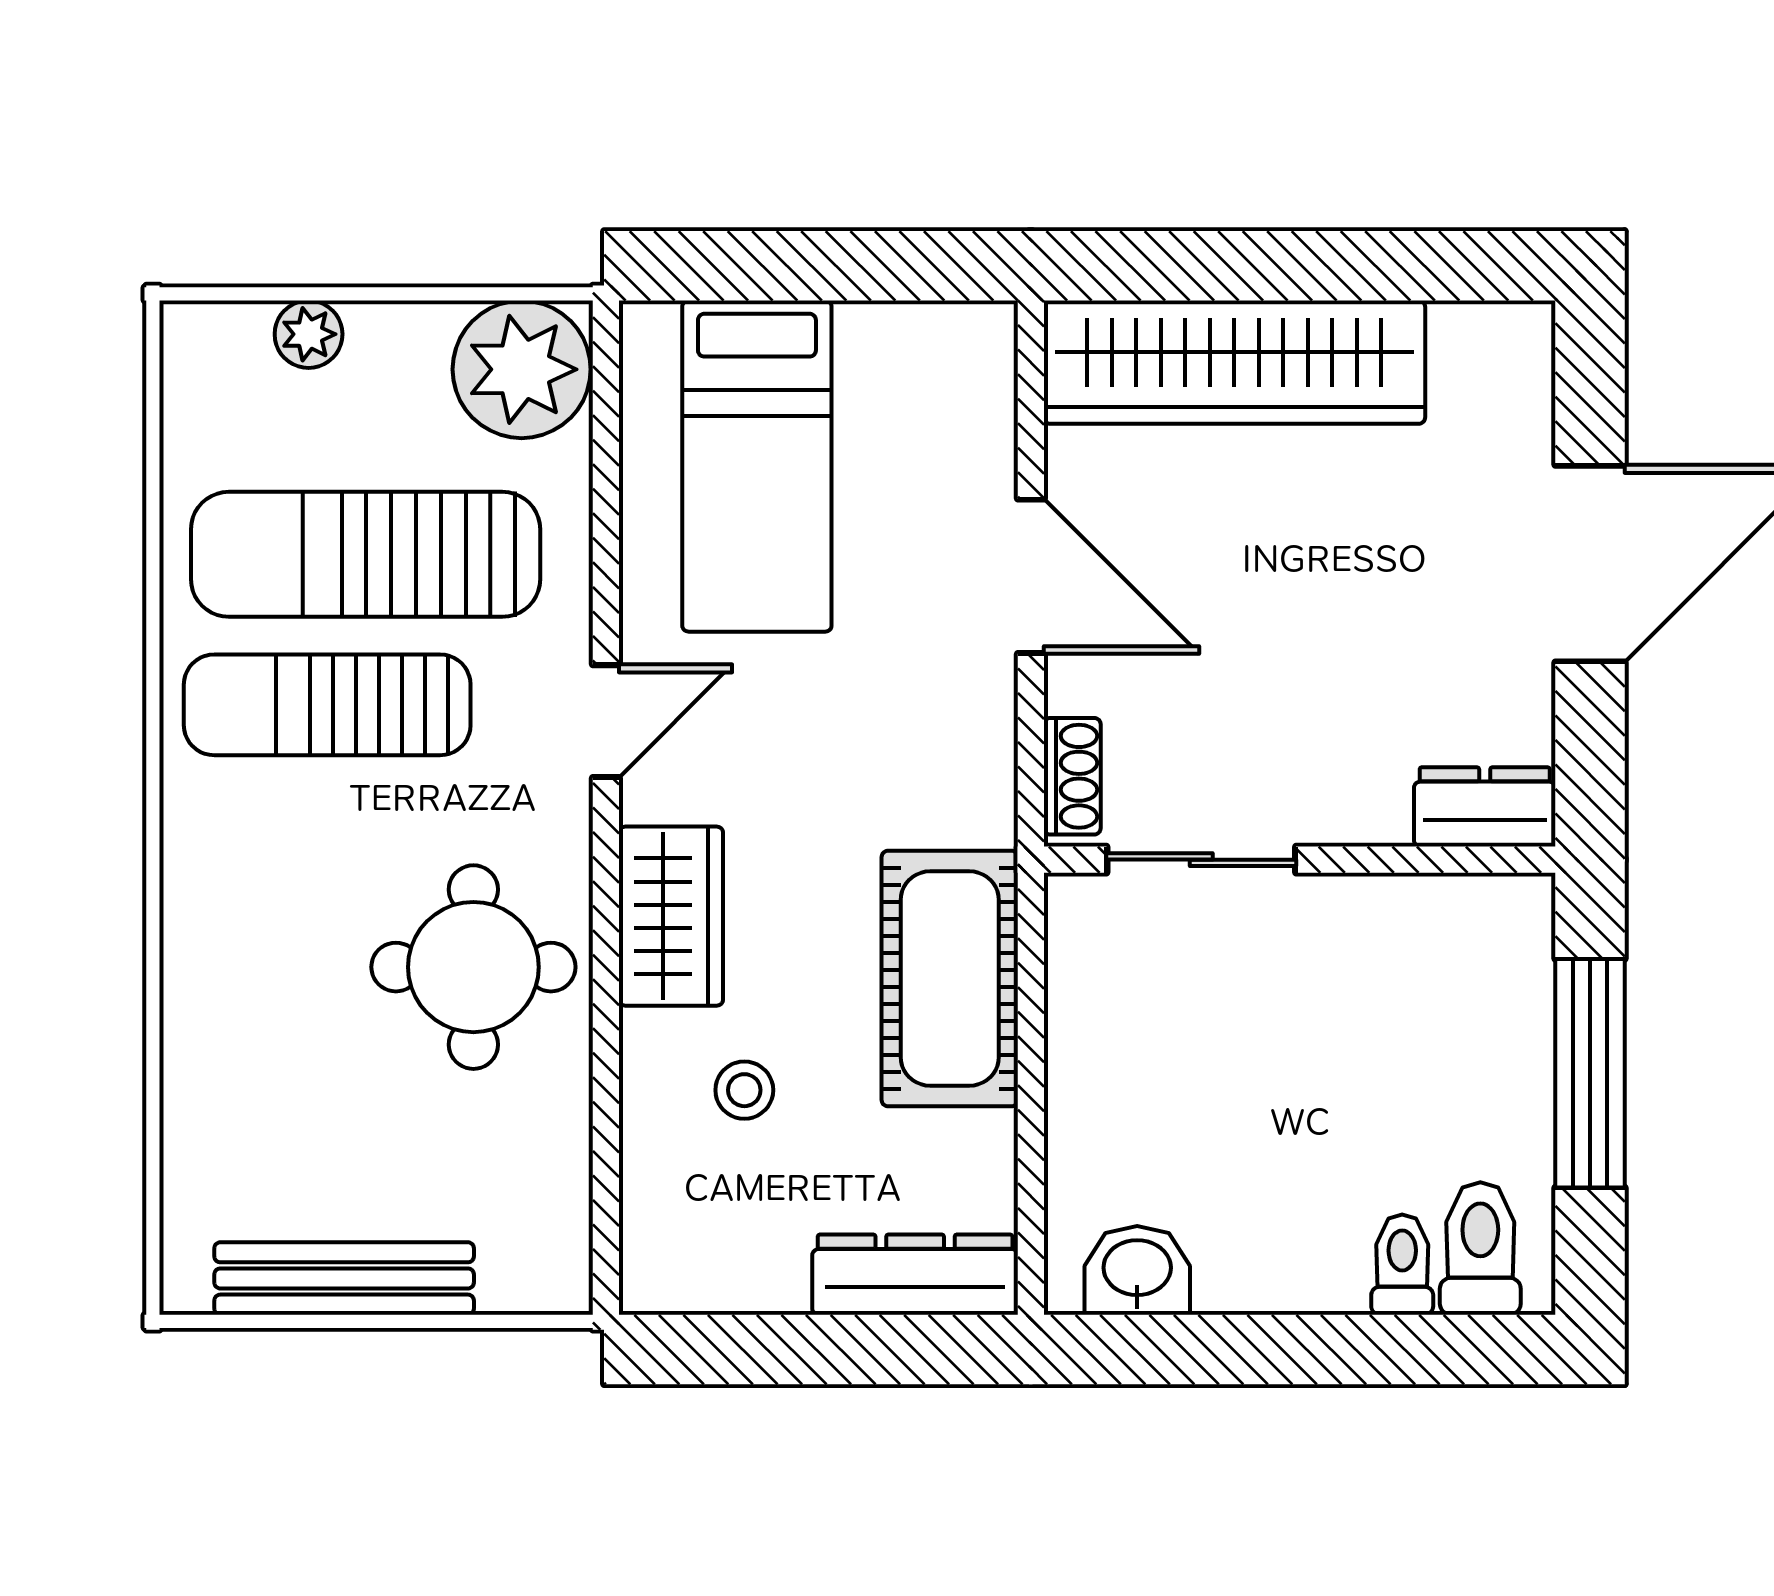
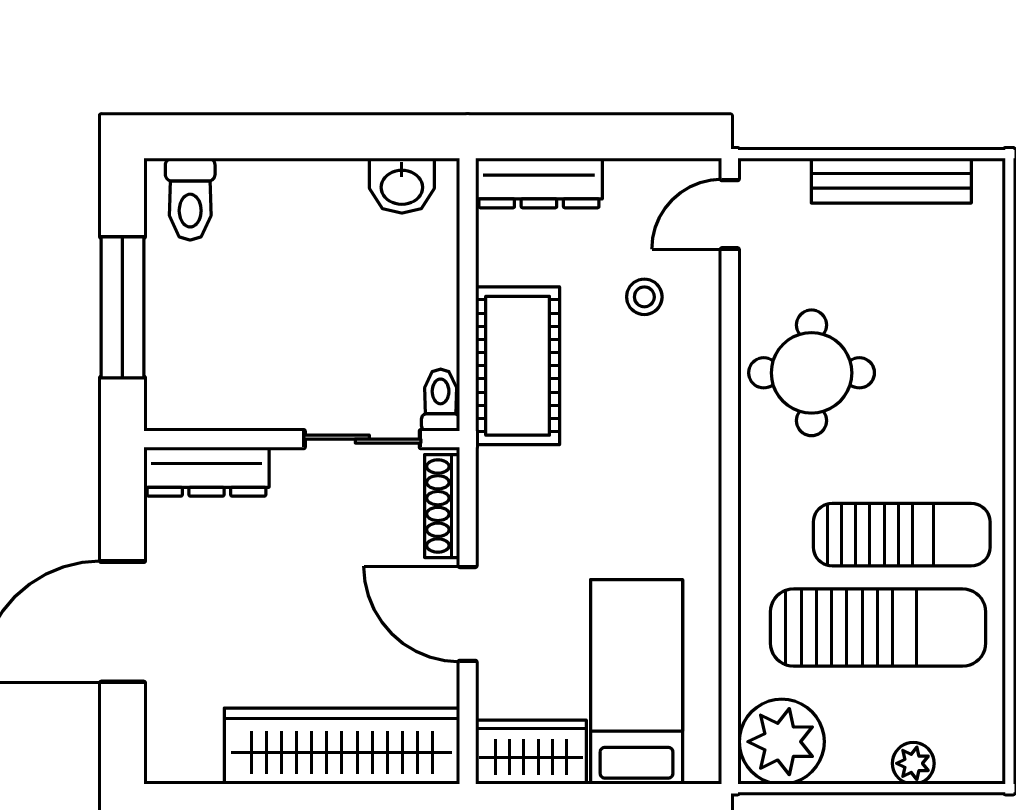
door: (606, 721) -> (730, 214), moved
shoe rack: (1072, 776) -> (442, 506), width x1.43
dresser: (1485, 807) -> (207, 472), width x1.44
wardrobe: (671, 916) -> (531, 752), moved, turned 90
toilet: (1402, 1265) -> (441, 400), moved, turned 180

